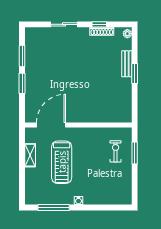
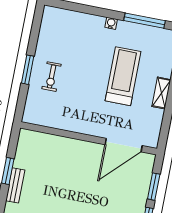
door: (51, 125) -> (124, 145), moved
wall: (78, 125) -> (89, 138), moved

